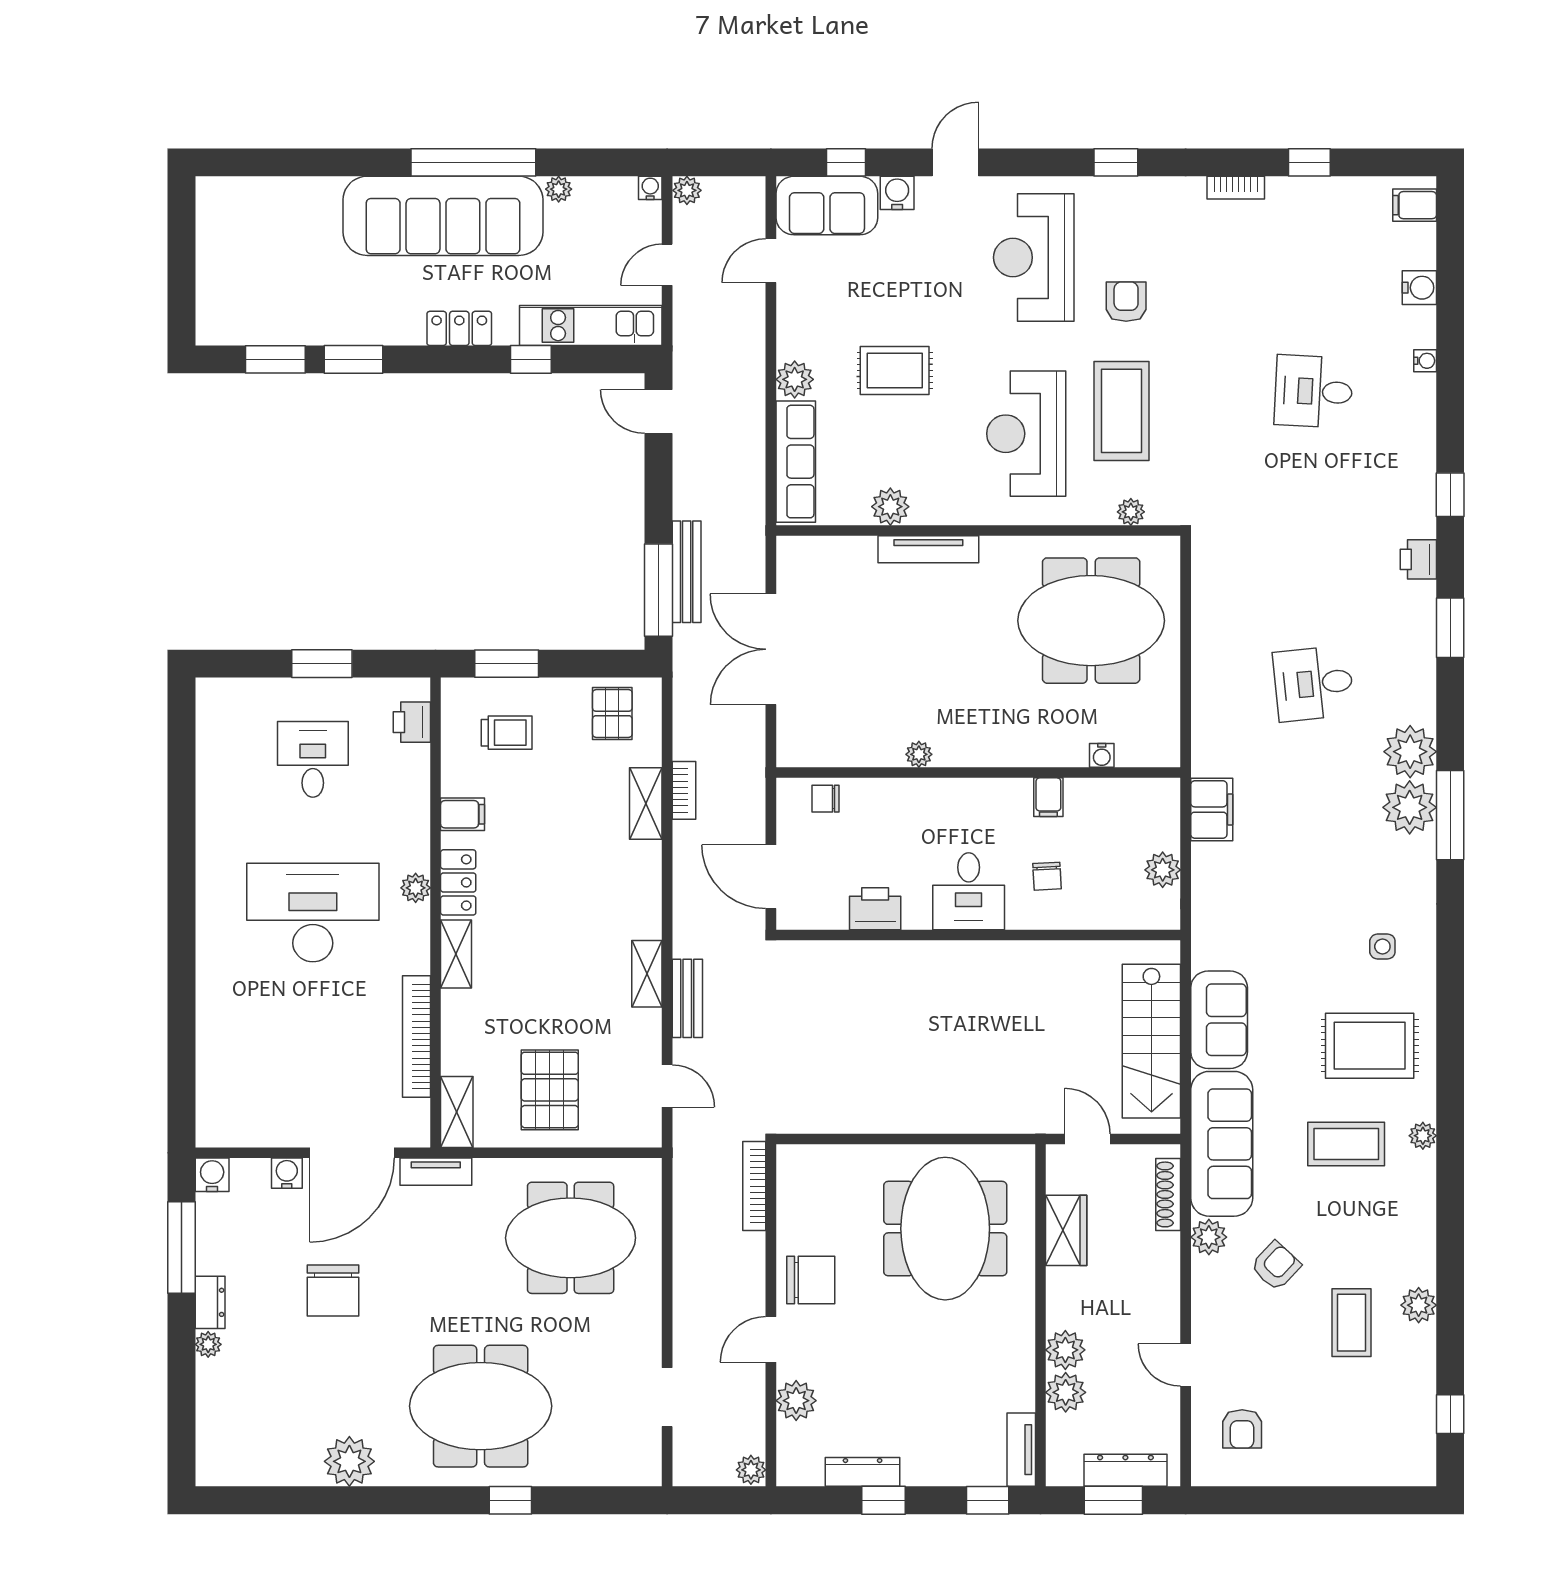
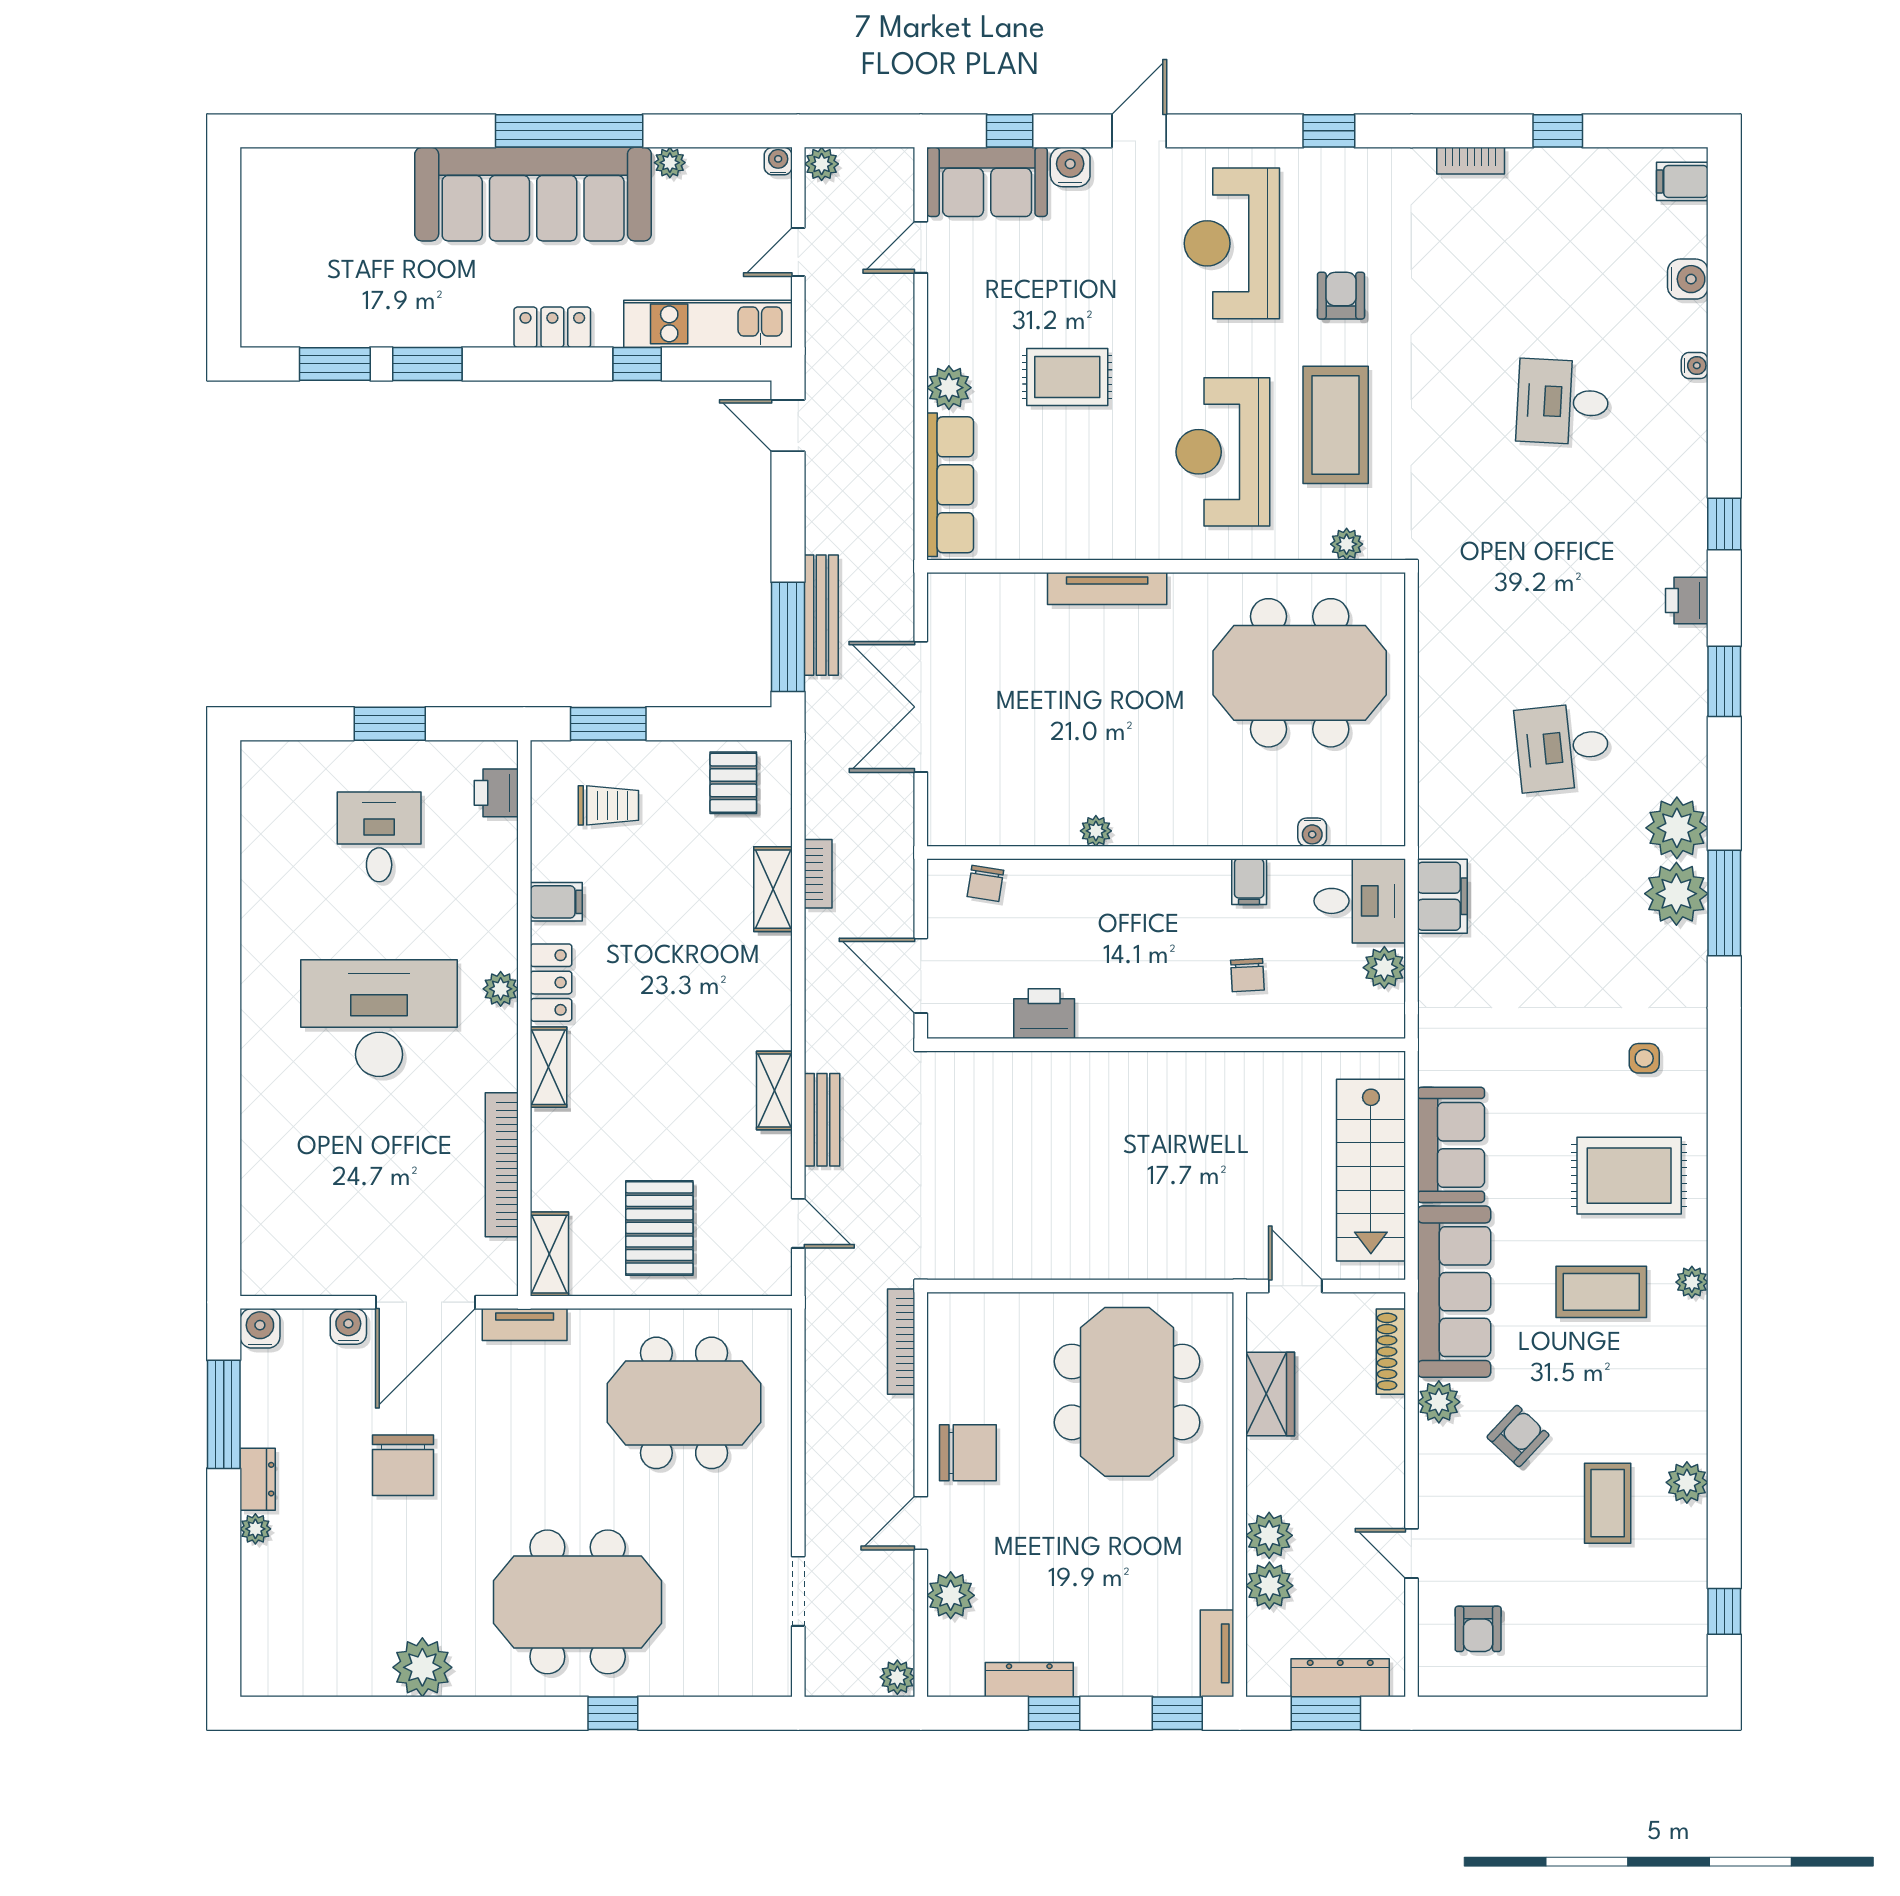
plant: (890, 507) -> (1062, 538), removed
chair: (825, 799) -> (985, 883), turned -81
desk: (969, 891) -> (1360, 901), moved, turned -90

